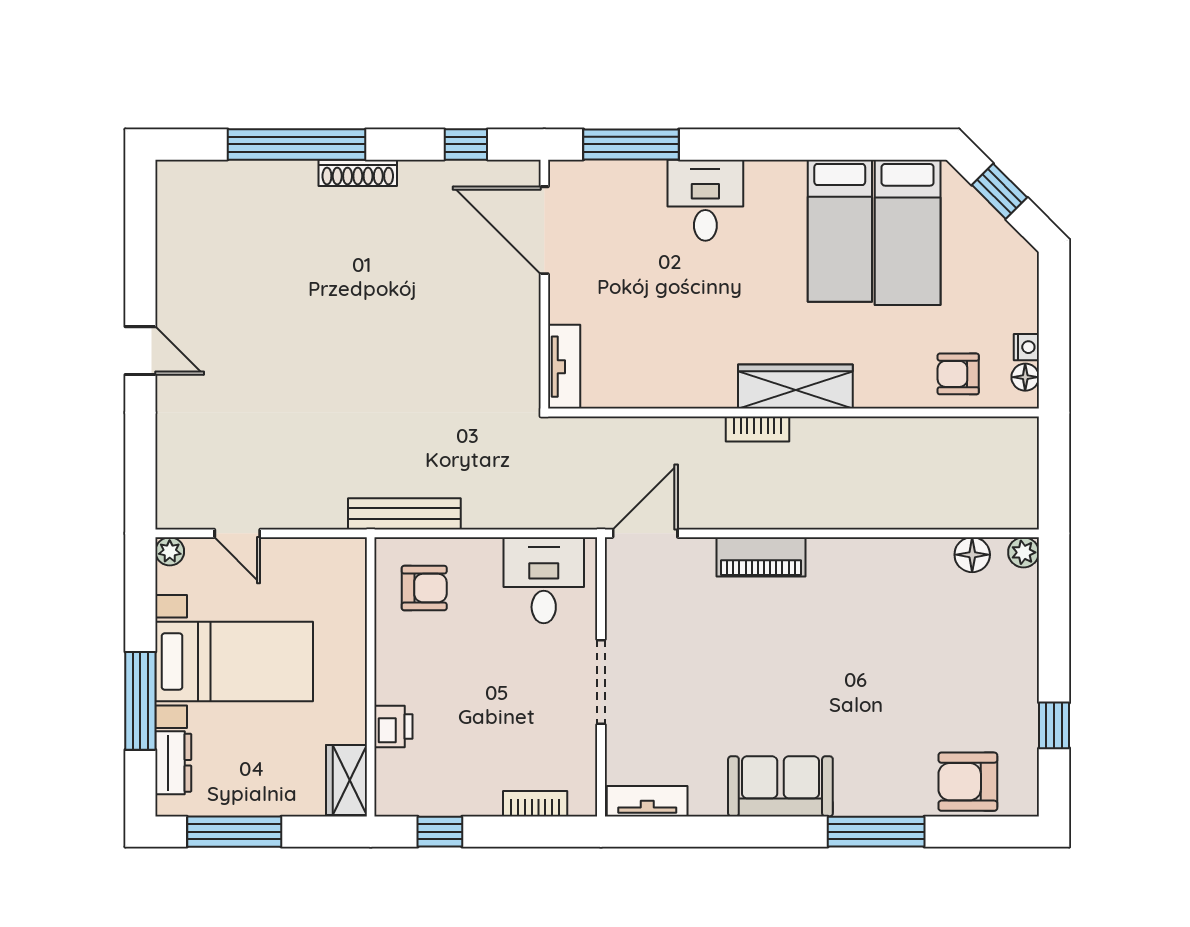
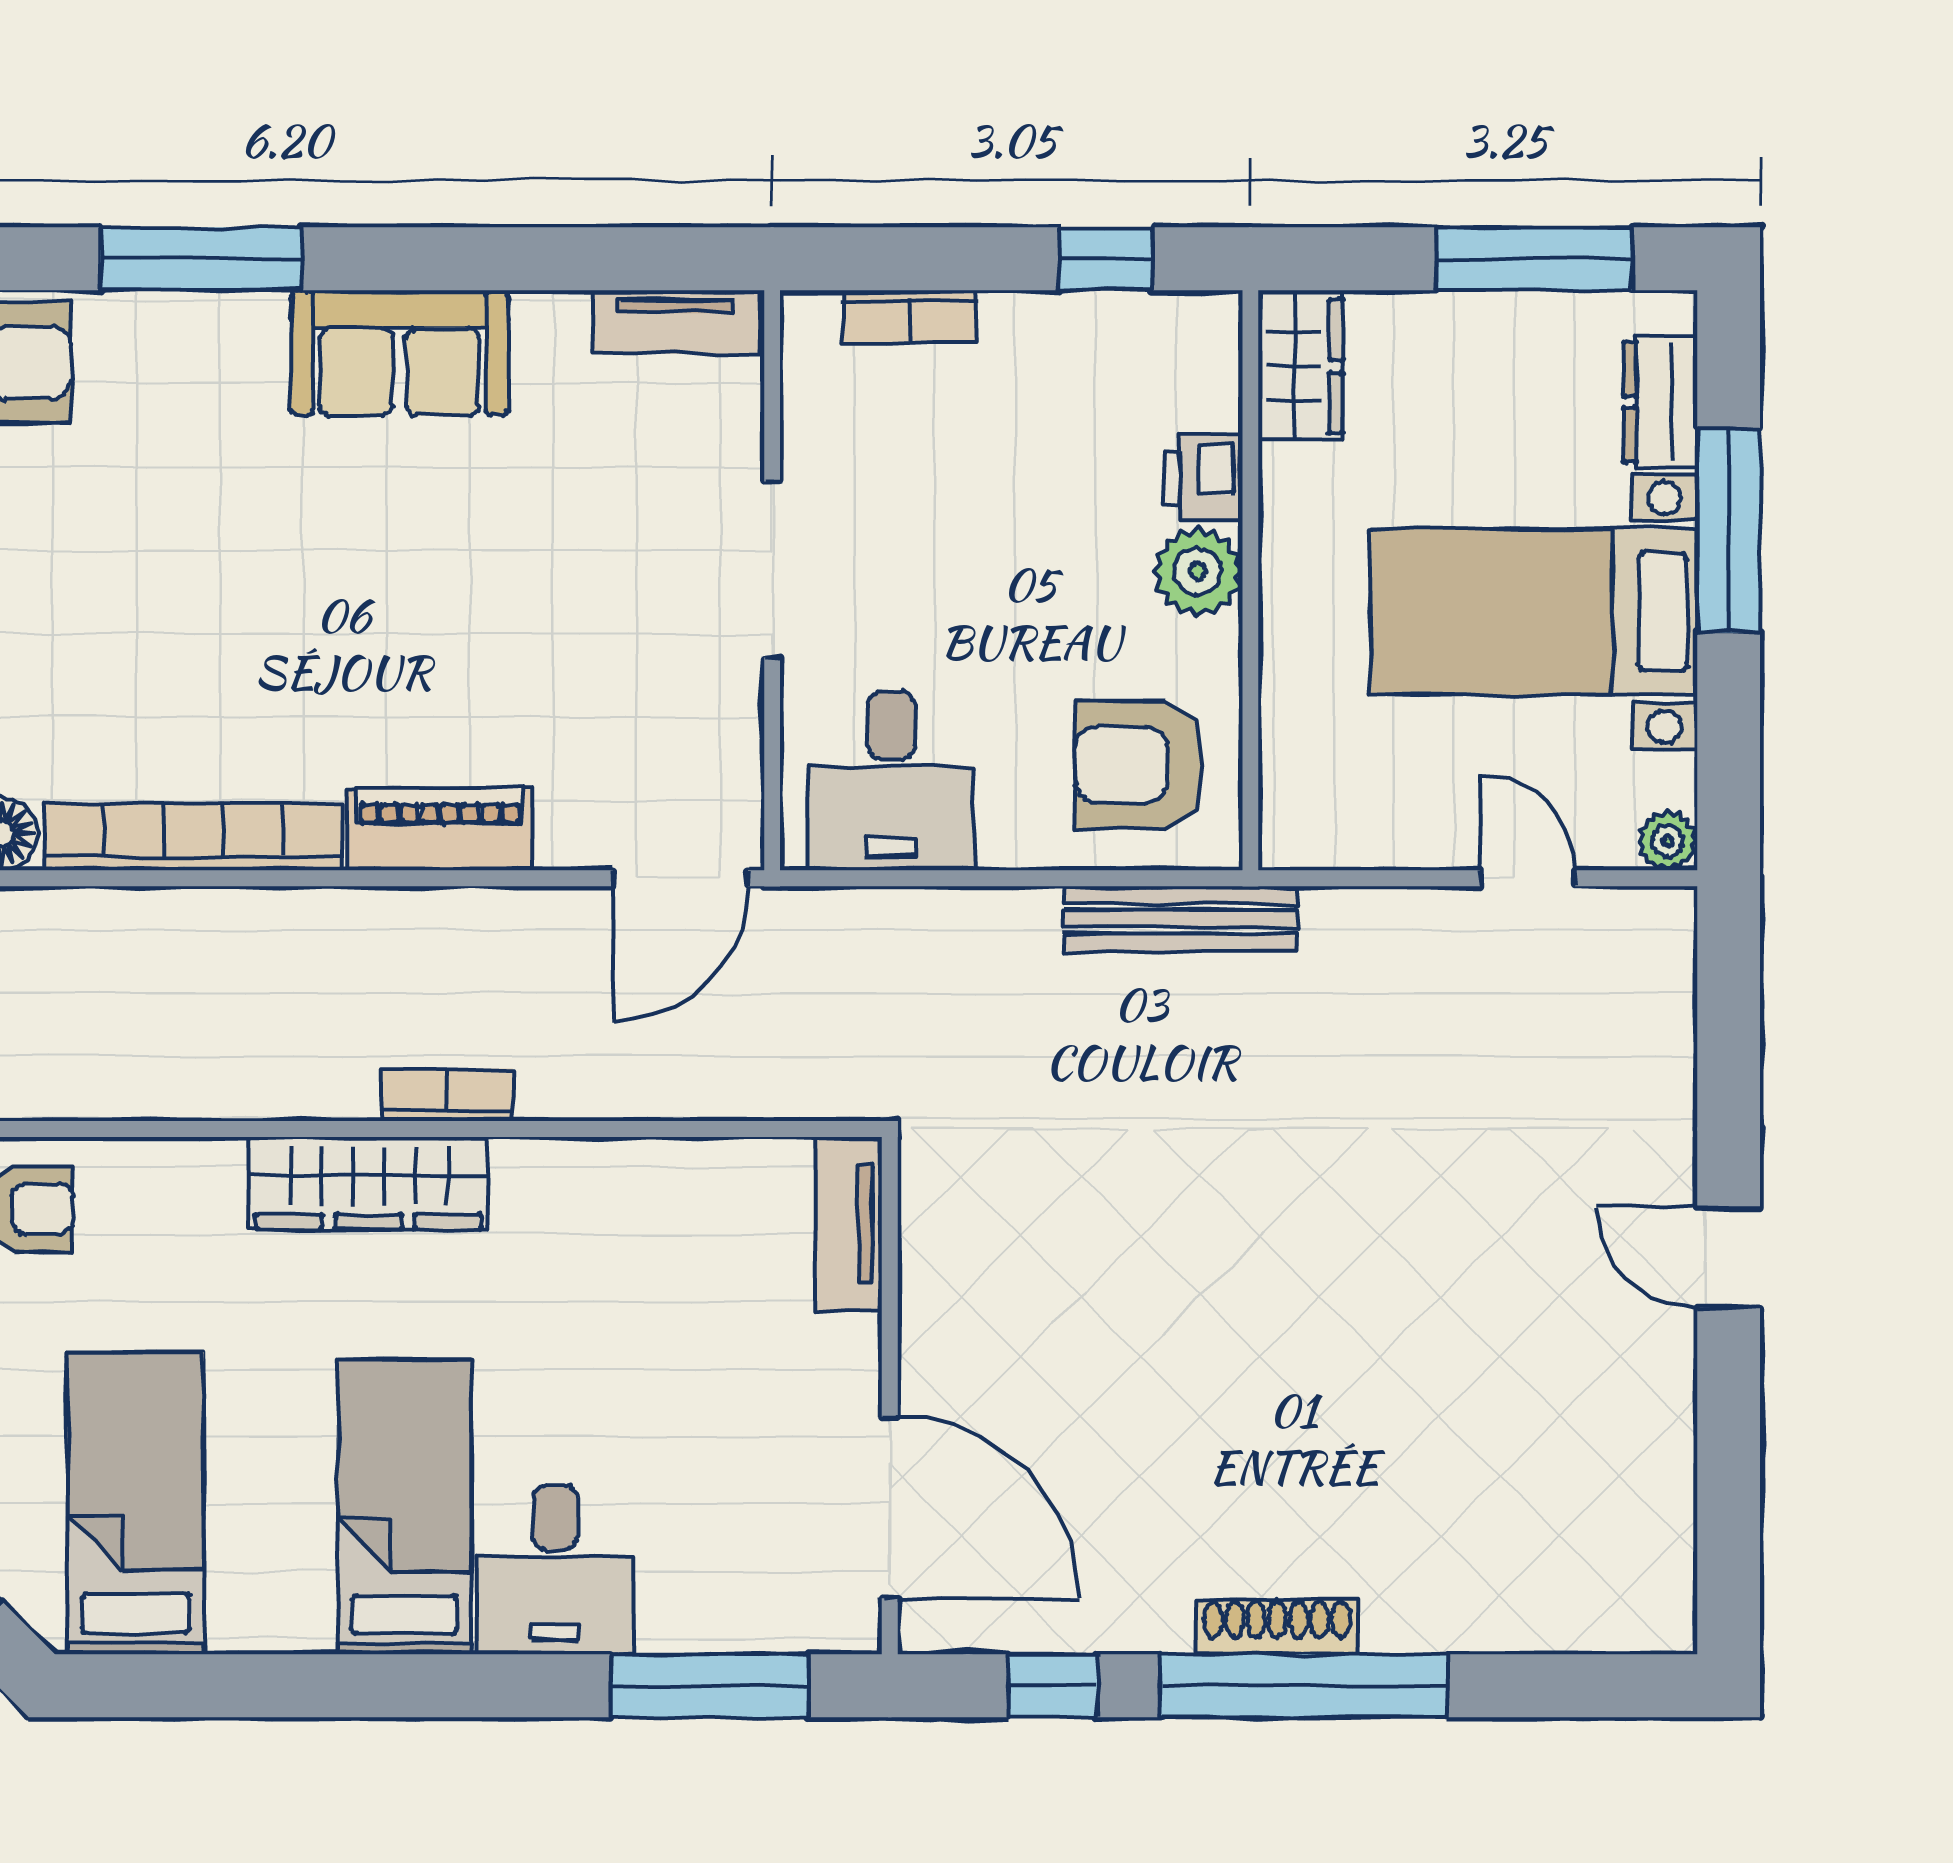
window: (297, 144) -> (1304, 1686), moved
bed: (840, 231) -> (404, 1507), moved
bookcase: (880, 553) -> (193, 837), added
armchair: (424, 588) -> (1139, 765), width x1.38, depth x1.38
plant: (396, 681) -> (1198, 571), added

